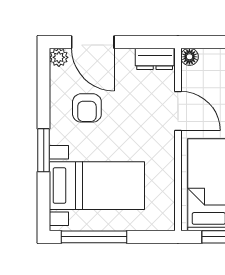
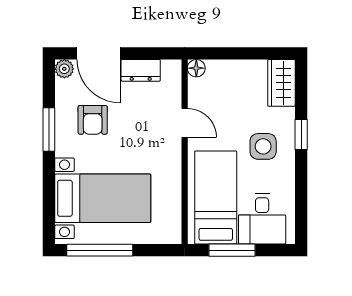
dresser: (155, 59) -> (141, 70), moved
door: (178, 111) -> (185, 123), width x0.73
window: (44, 150) -> (49, 130), moved

